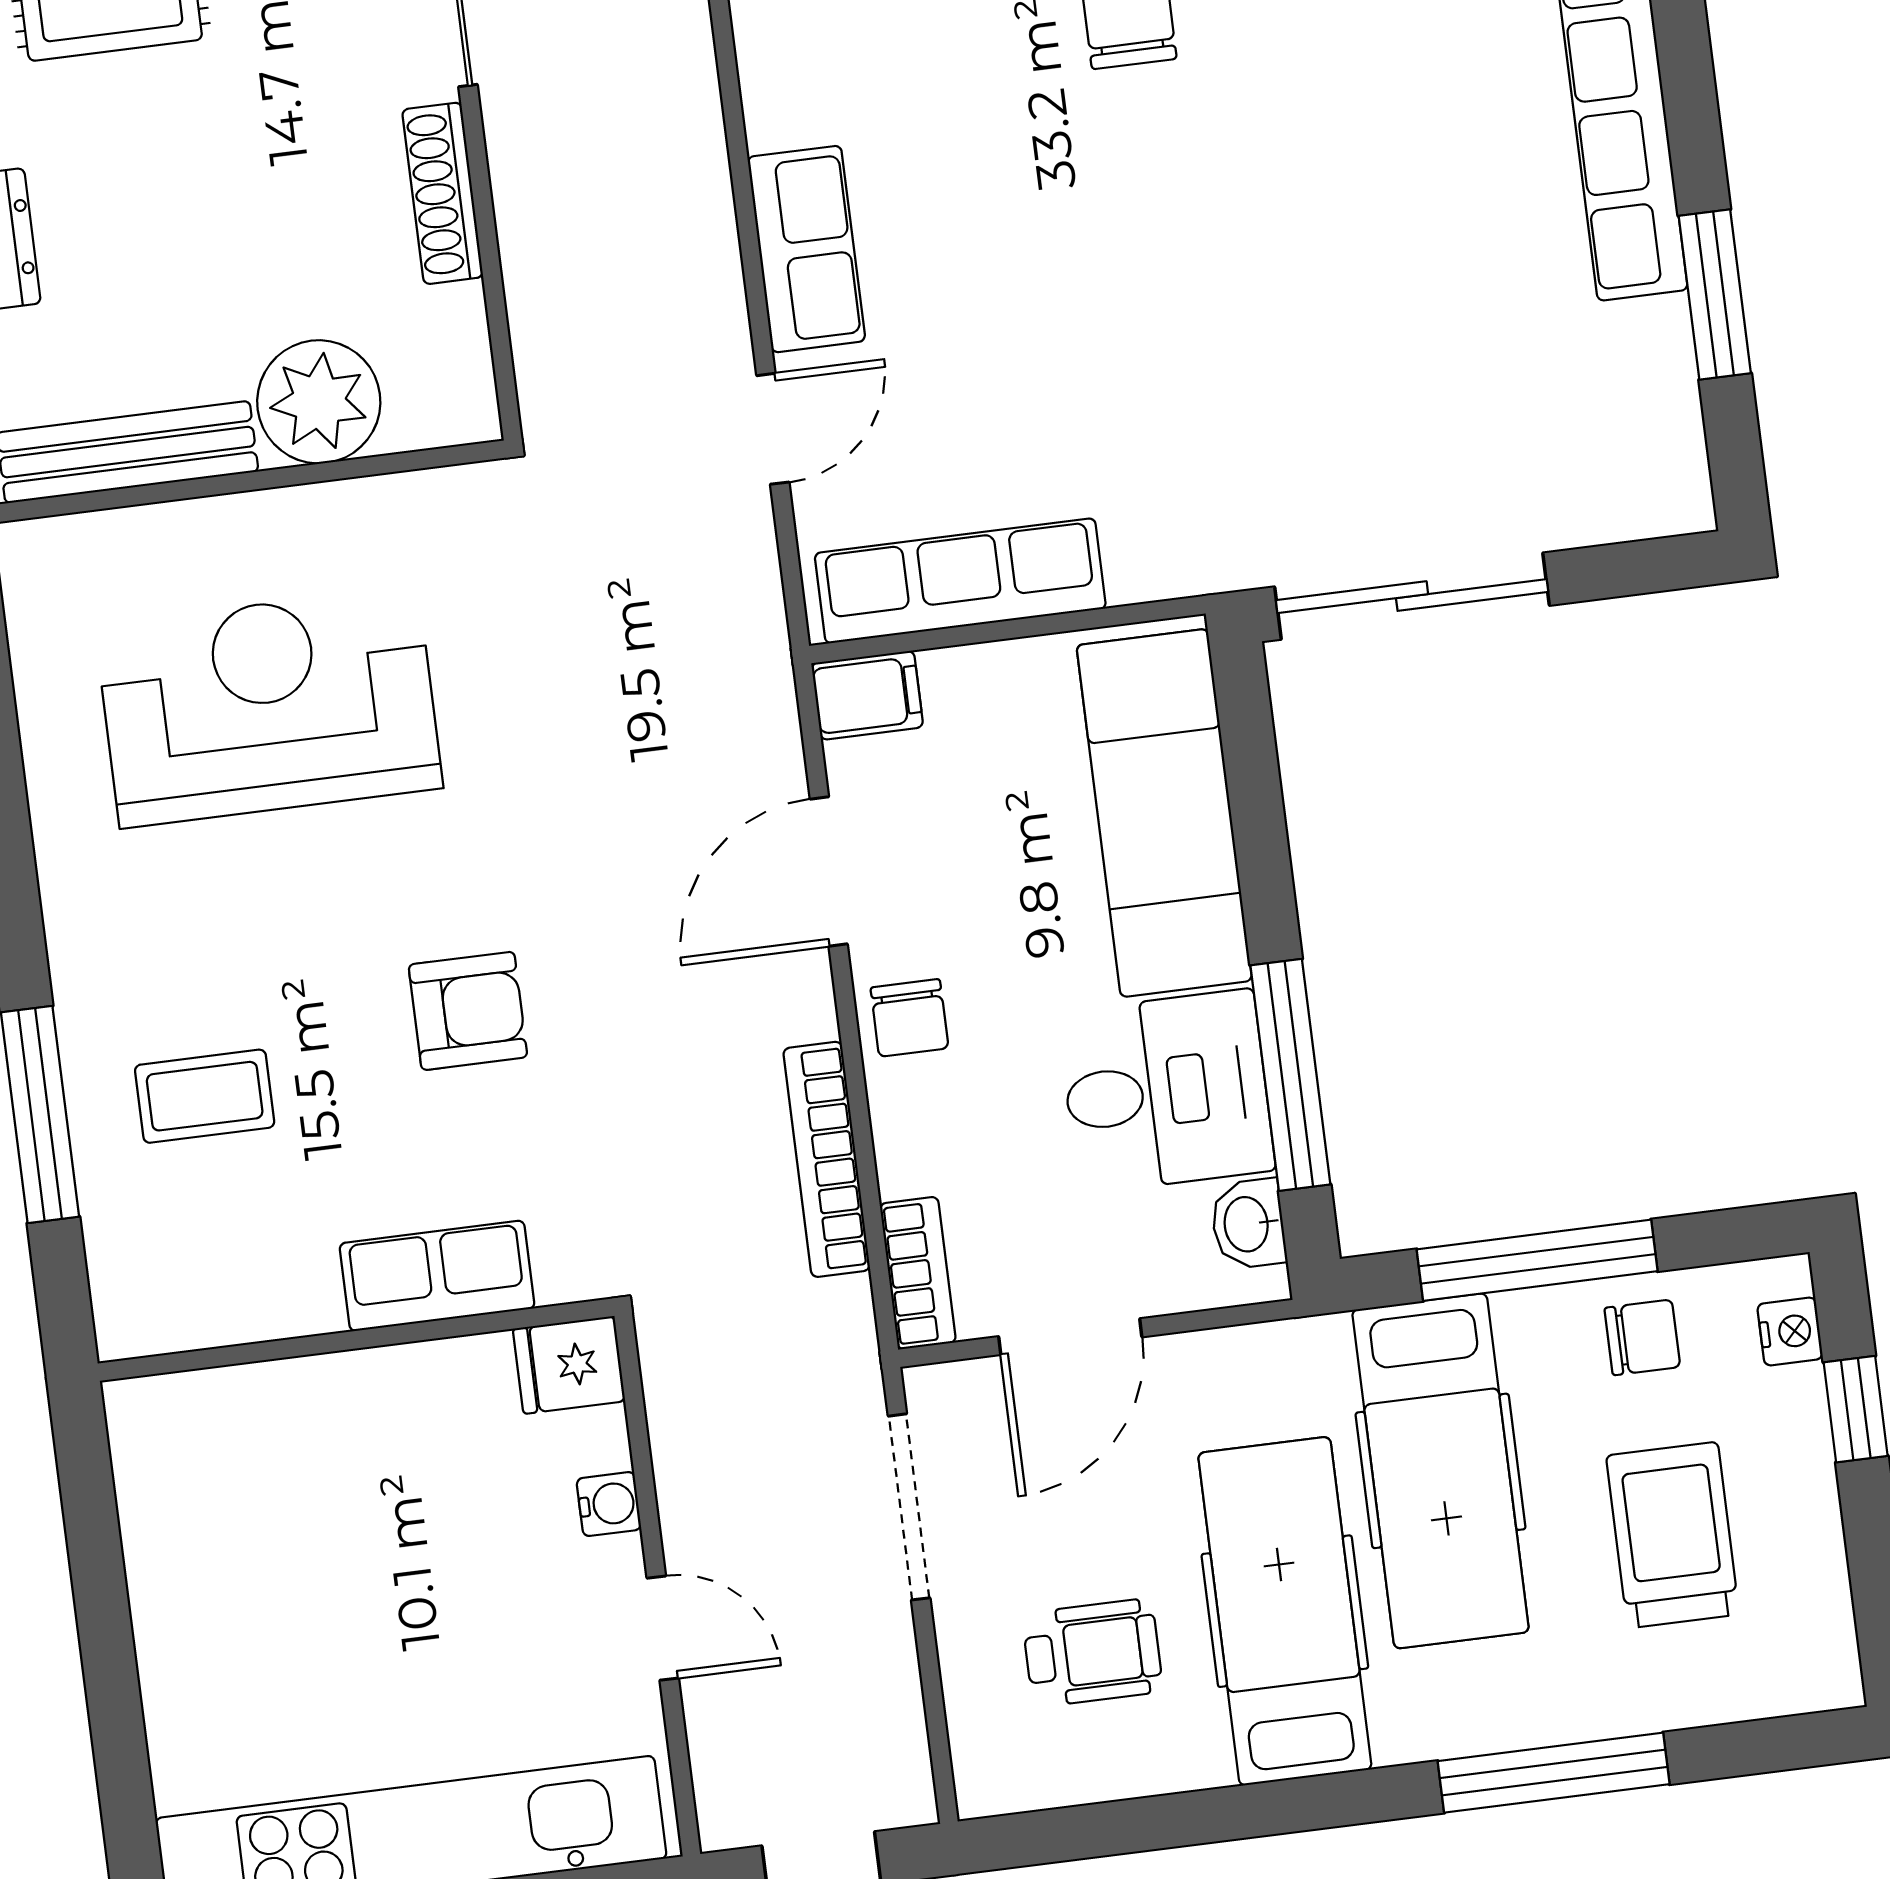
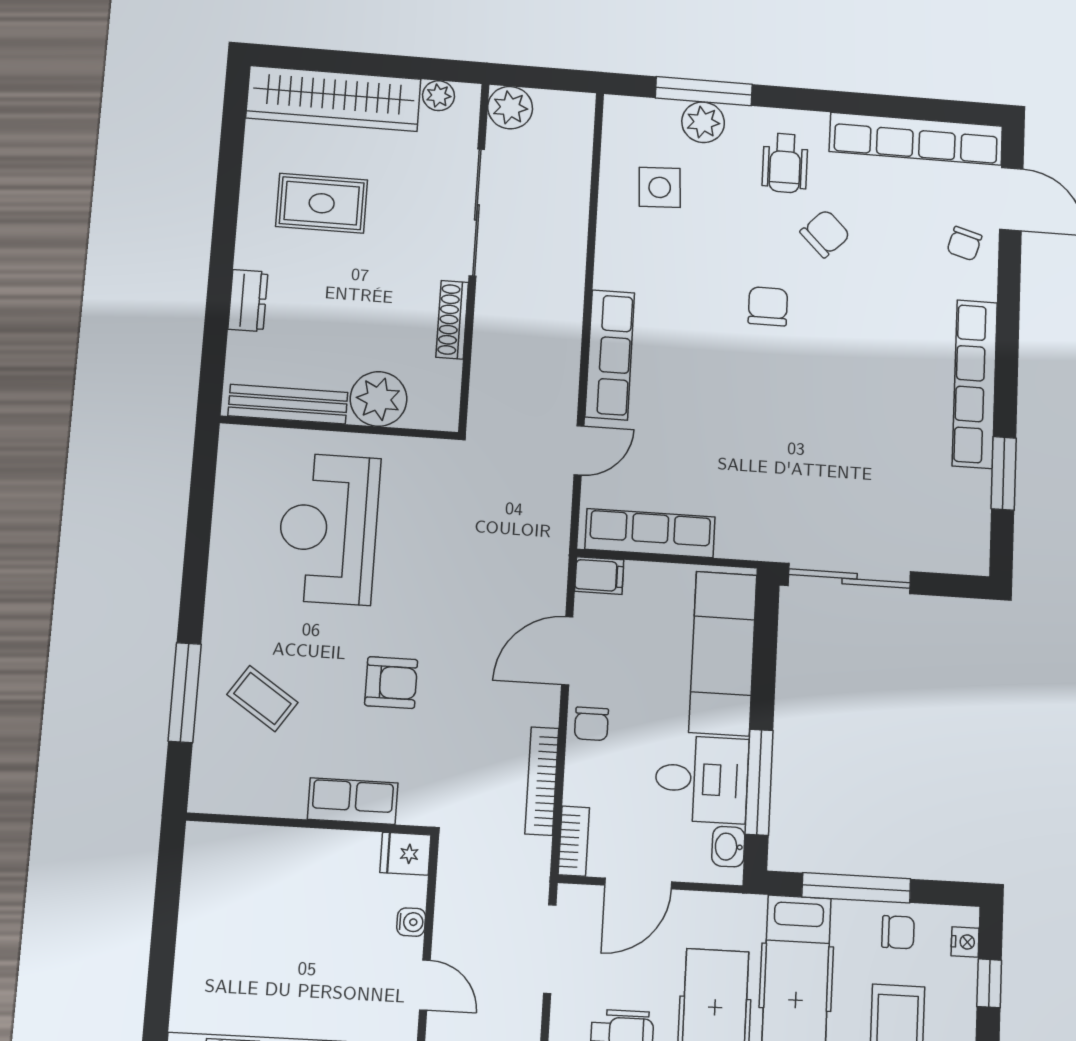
row of seats: (806, 249) -> (610, 355), width x1.48
reception desk: (269, 707) -> (328, 529), turned -90
coffee table: (205, 1096) -> (262, 699), turned 34

